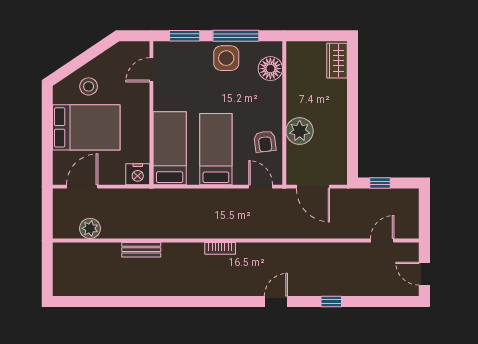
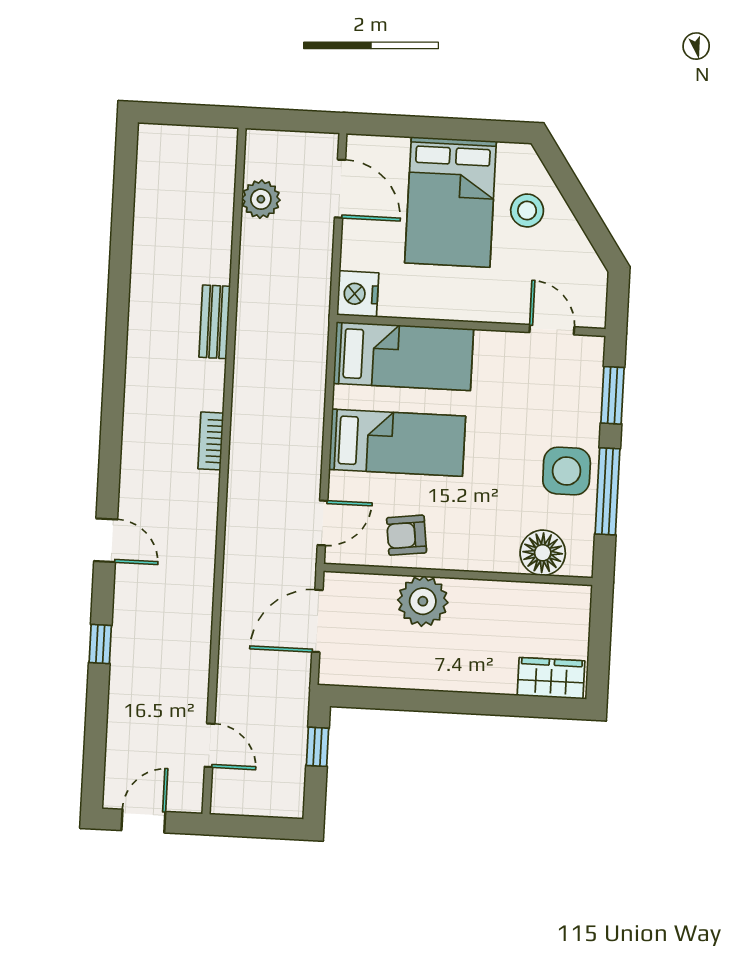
bench: (141, 250) -> (215, 322), moved

